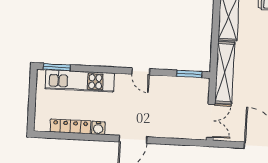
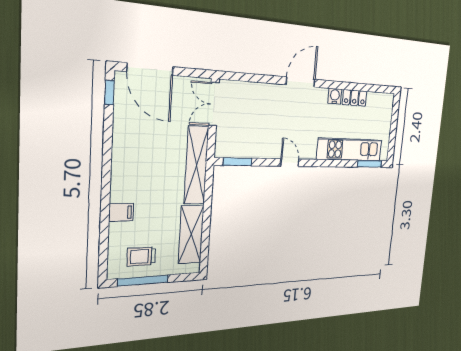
locker: (70, 126) -> (355, 98), width x0.66

